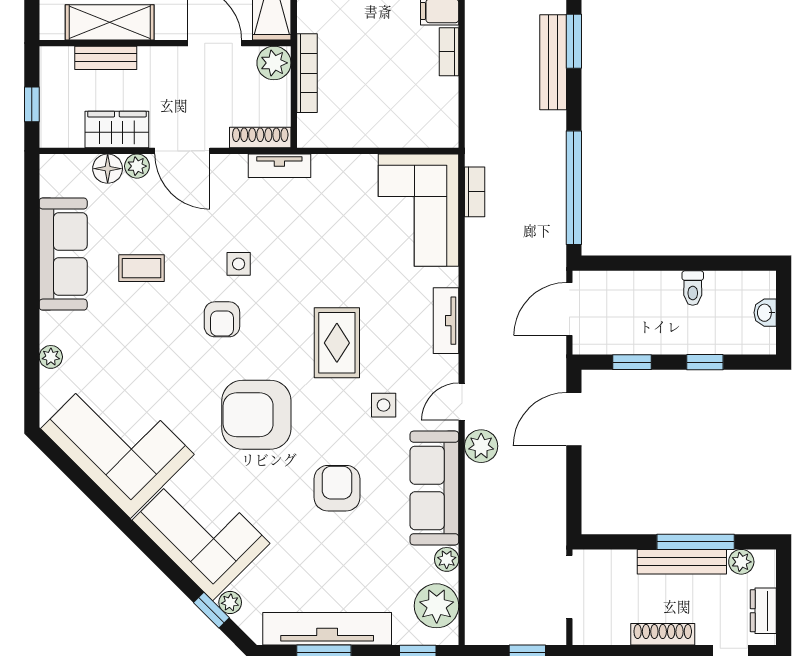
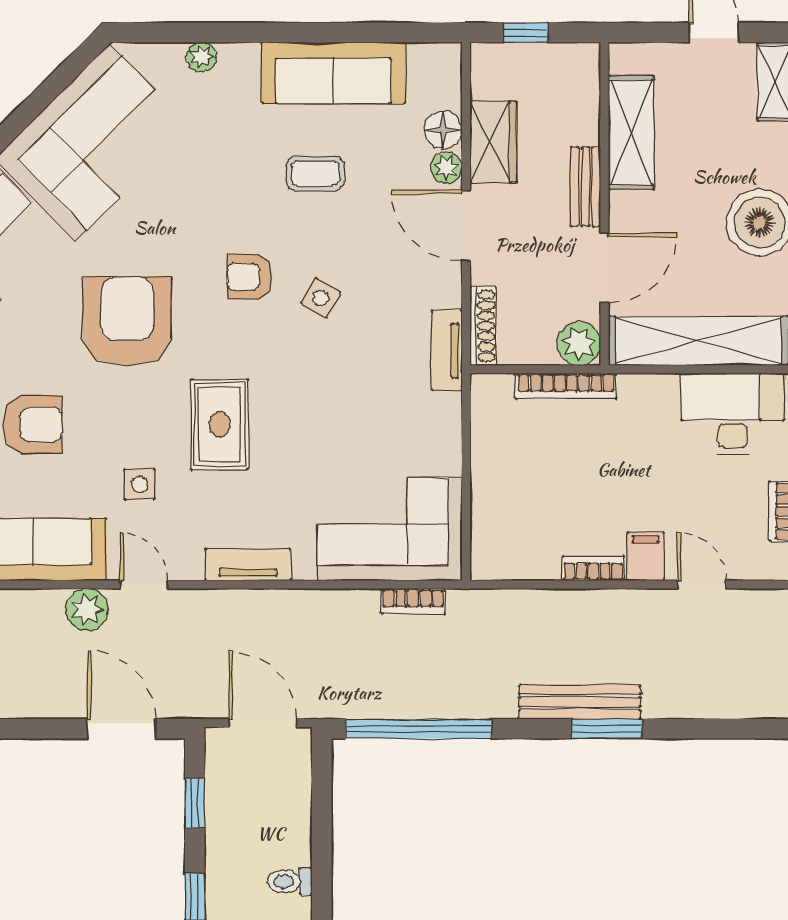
bench: (106, 58) -> (585, 187), moved
door: (182, 151) -> (466, 226), hinge flipped
side table: (239, 264) -> (321, 298), turned 31
coffee table: (142, 268) -> (315, 173), turned 90
rug: (337, 343) -> (220, 424), turned 90

